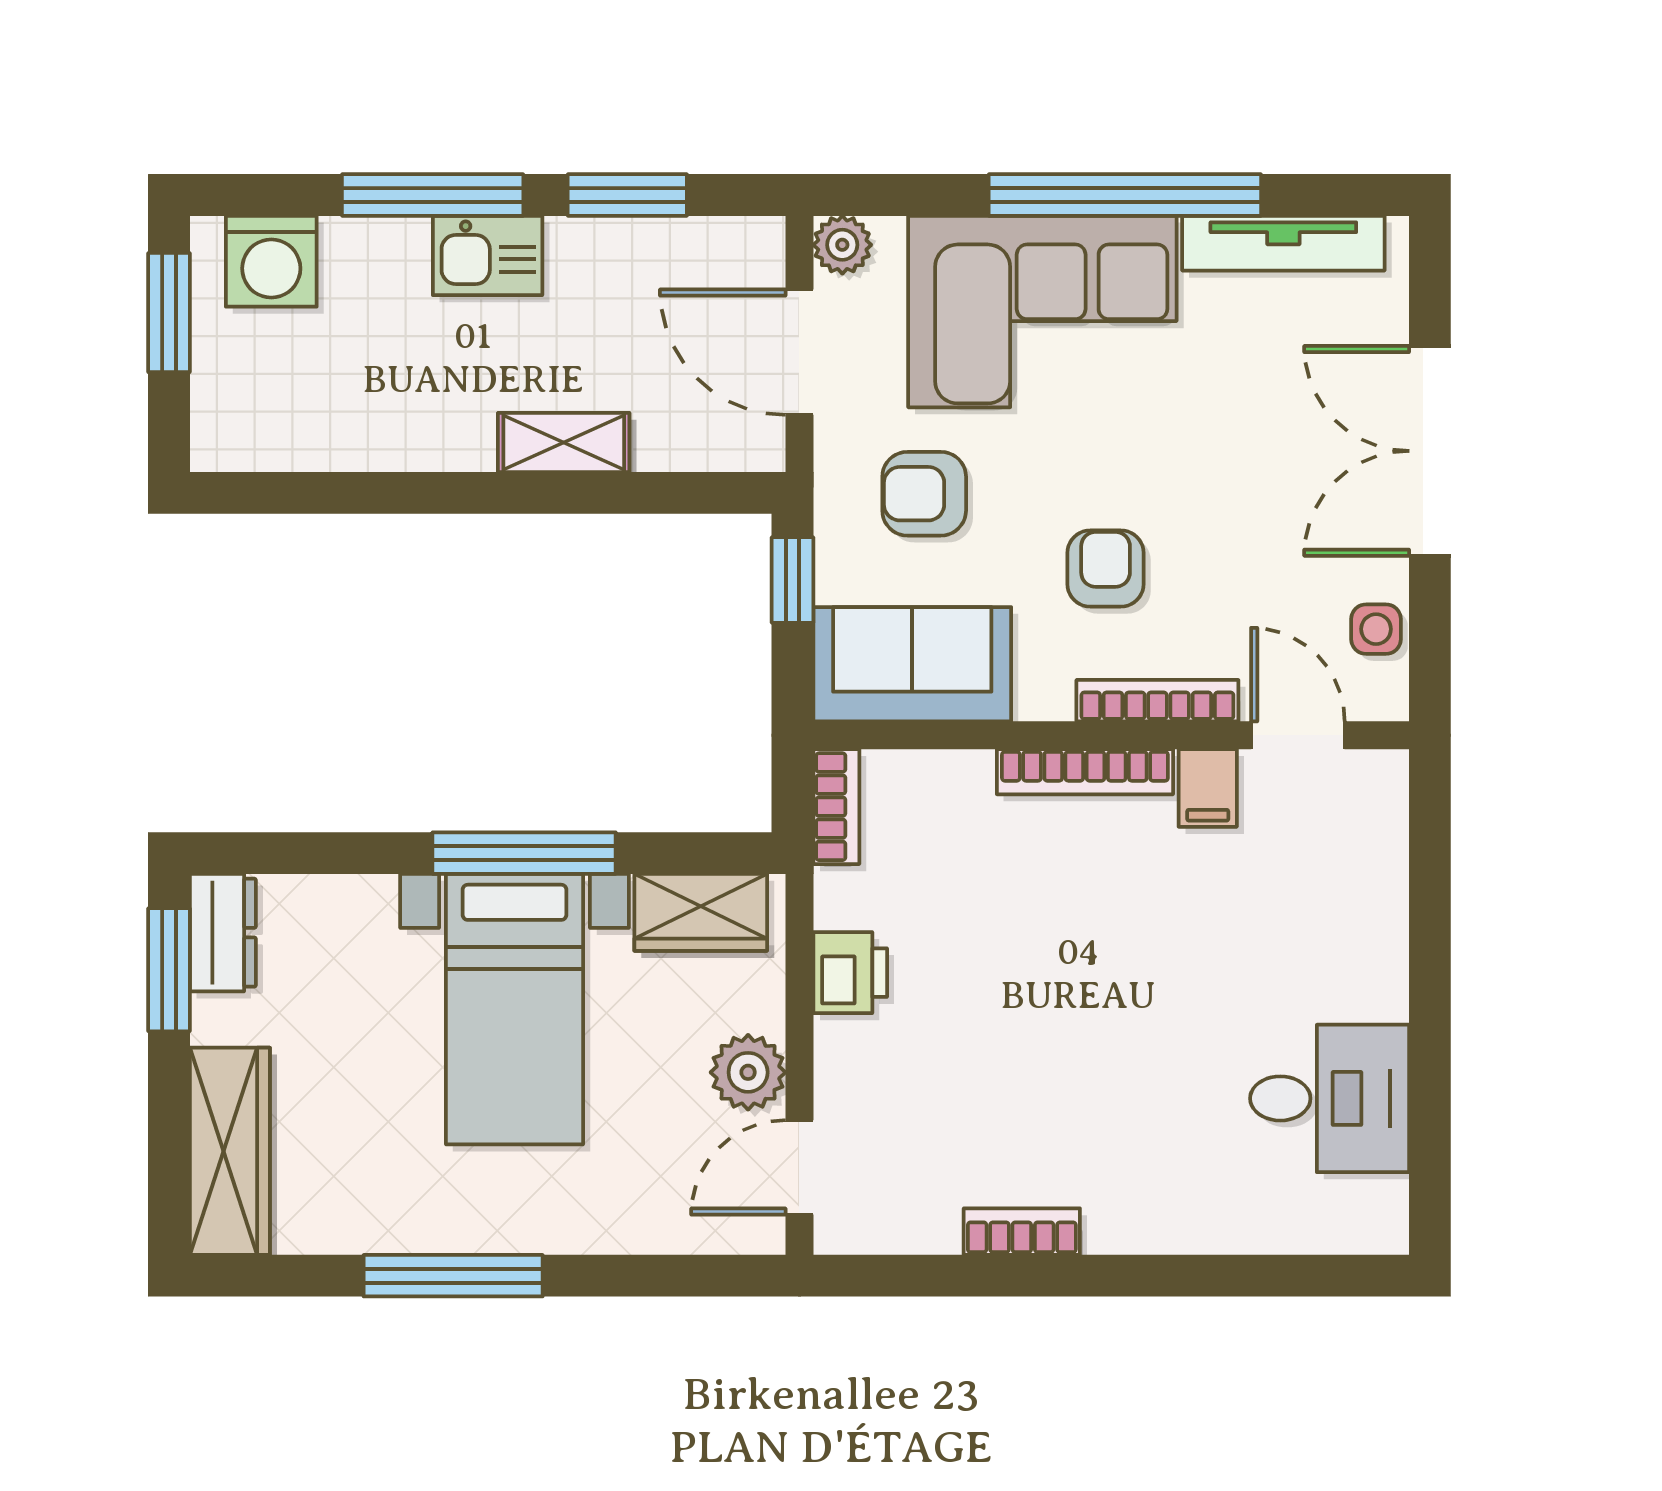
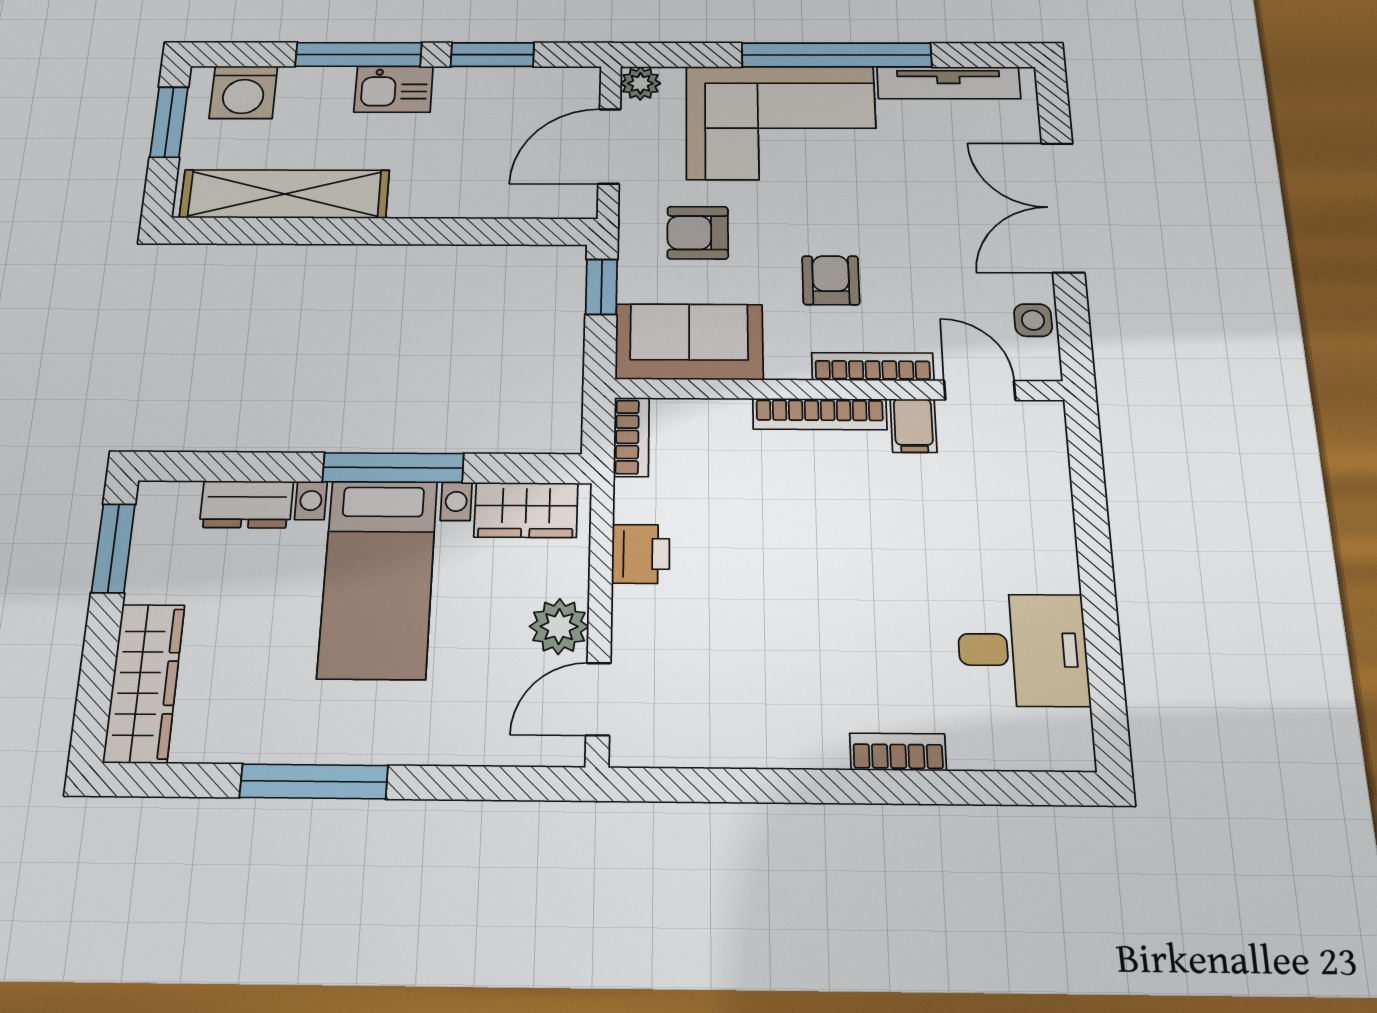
door: (799, 352) -> (609, 146), hinge flipped
shelving: (564, 443) -> (285, 194), moved, width x2.20, depth x1.33
dresser: (223, 933) -> (247, 504), moved, turned 90
bookcase: (1022, 1232) -> (898, 752), moved

